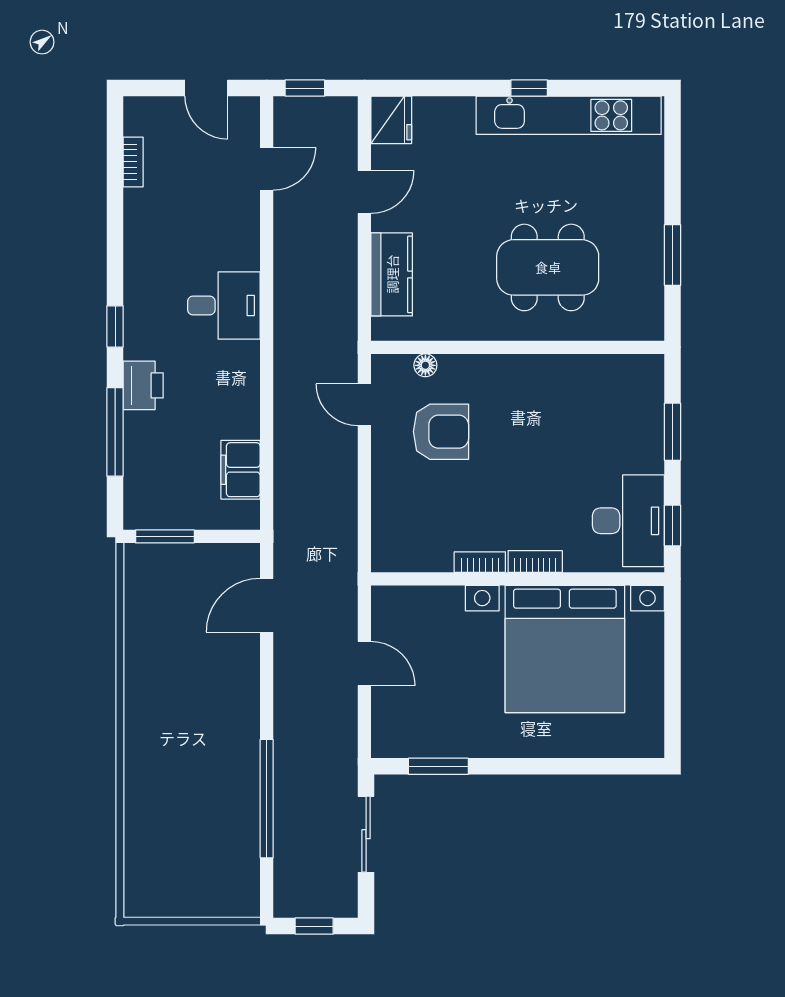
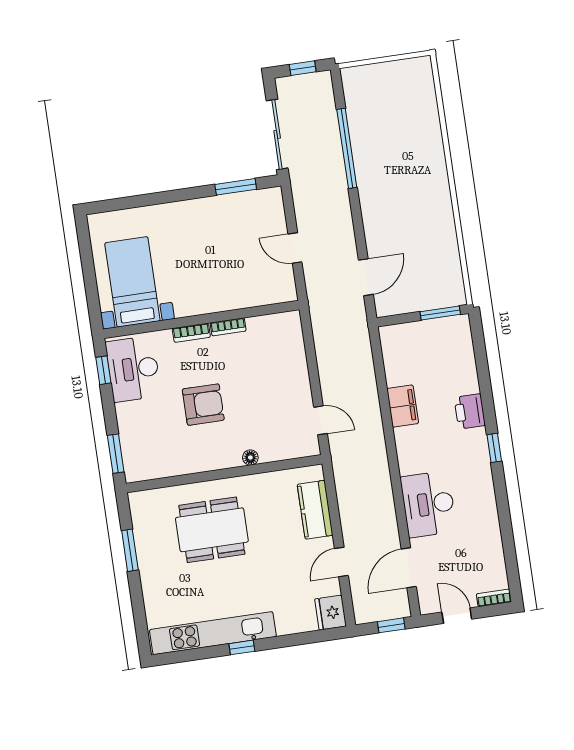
bookcase: (133, 162) -> (494, 598), moved, turned 90
door: (267, 169) -> (409, 568), width x1.38
desk: (224, 306) -> (428, 504), moved, width x1.37
floor lamp: (425, 365) -> (250, 458), moved
window: (115, 432) -> (484, 378), removed
armchair: (441, 432) -> (203, 405), moved, turned 180
window: (673, 432) -> (116, 454), moved
filing cabinet: (241, 470) -> (403, 406), moved
bed with nightstands: (565, 649) -> (132, 282), width x0.54
sliding door: (366, 834) -> (277, 134), width x1.37

